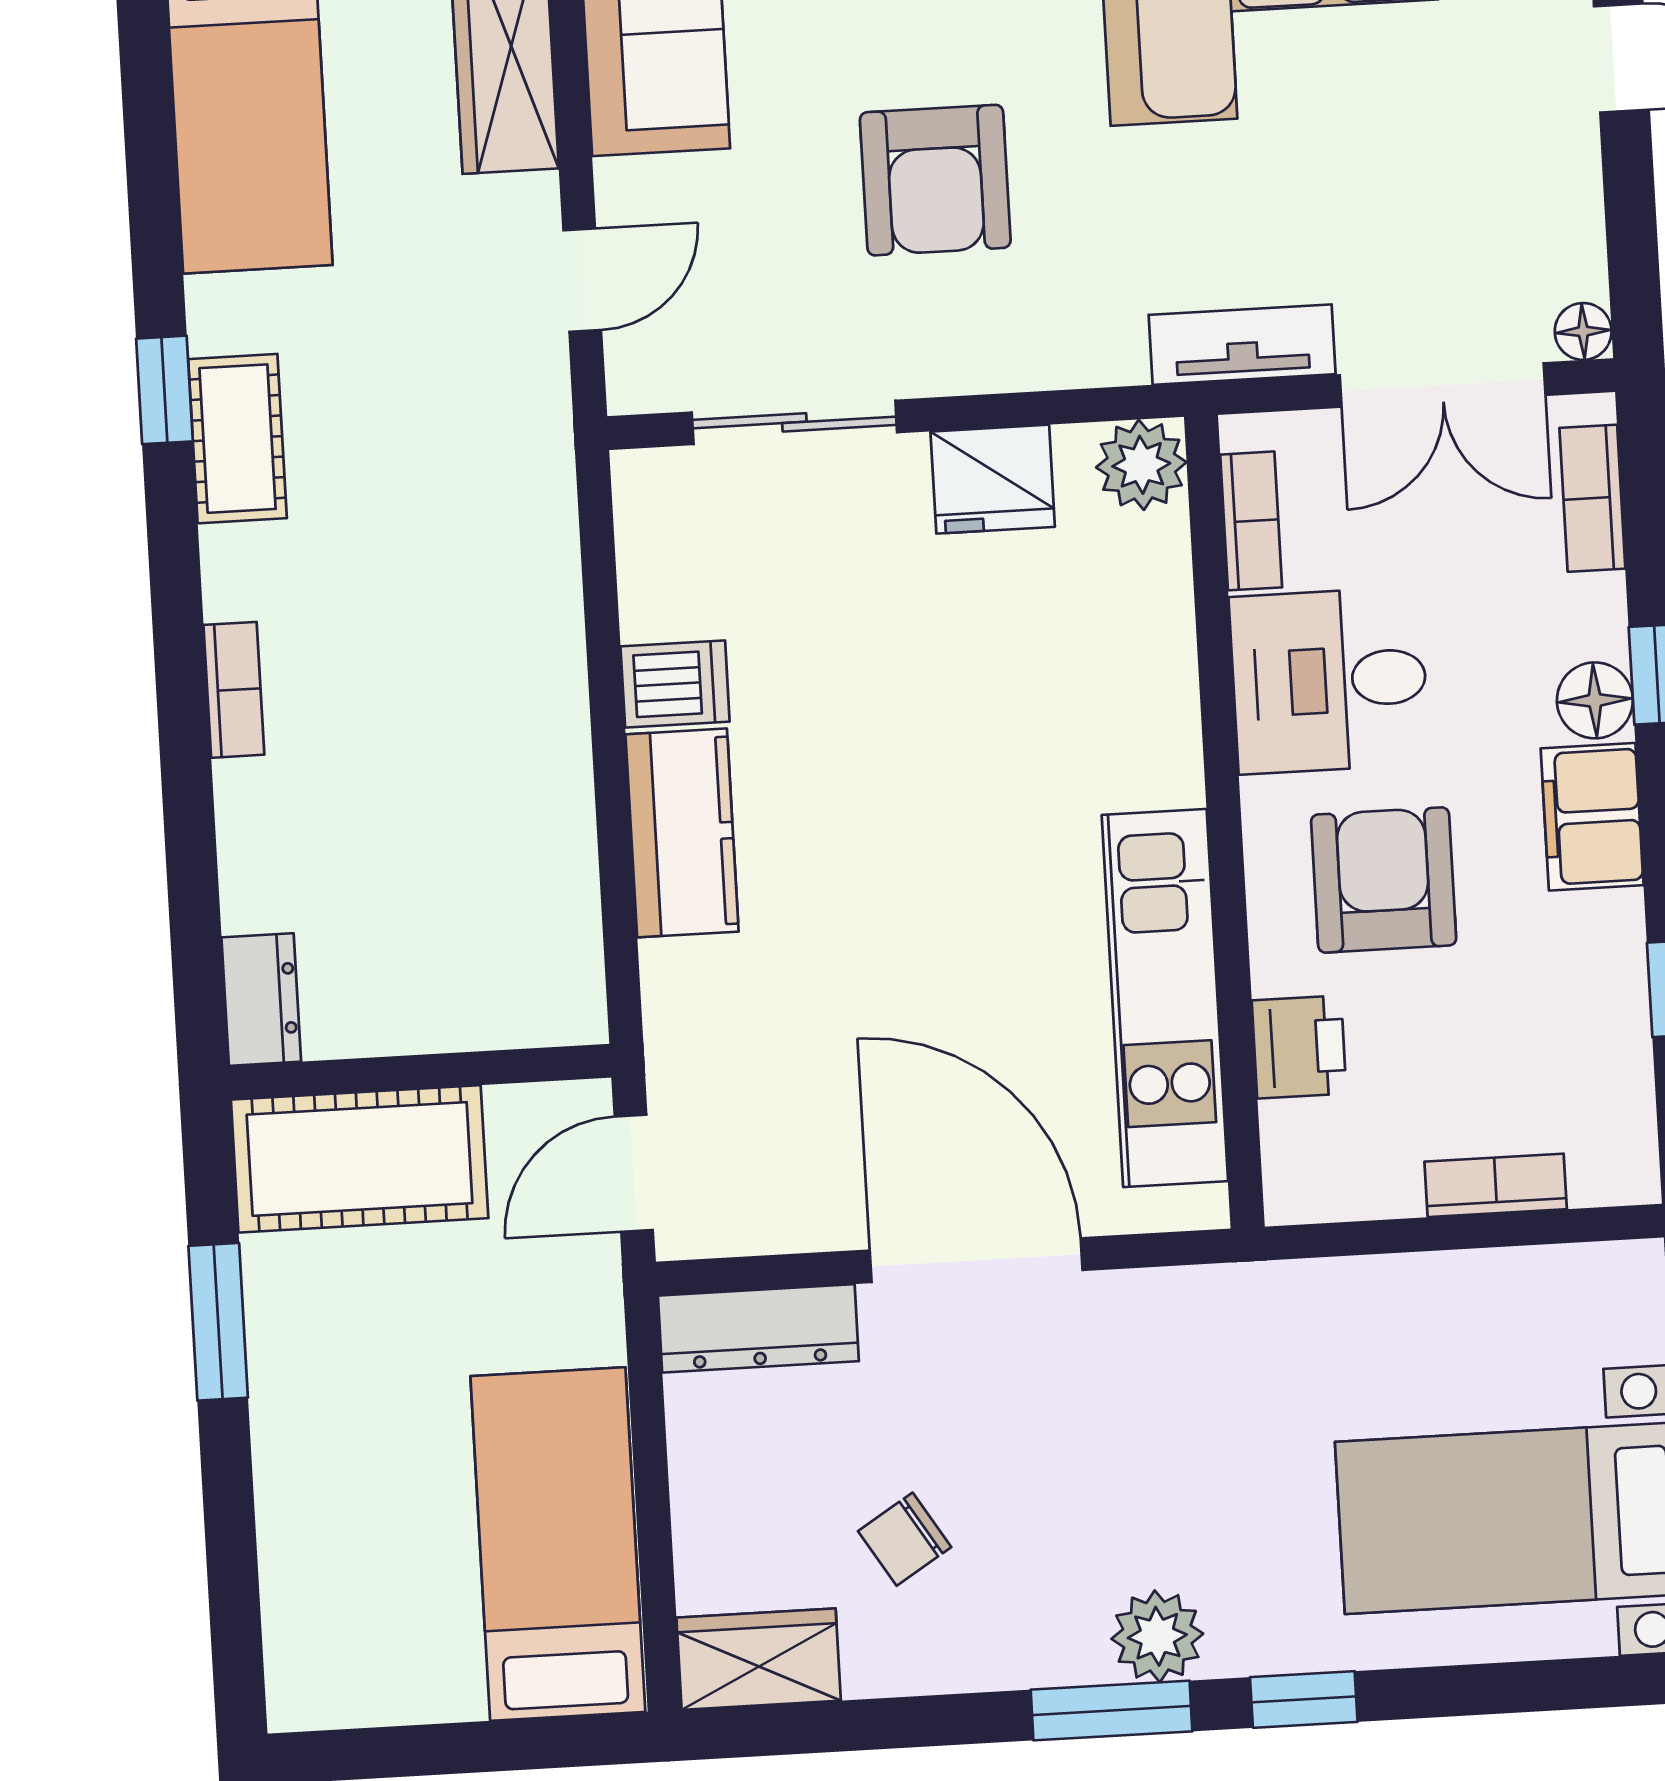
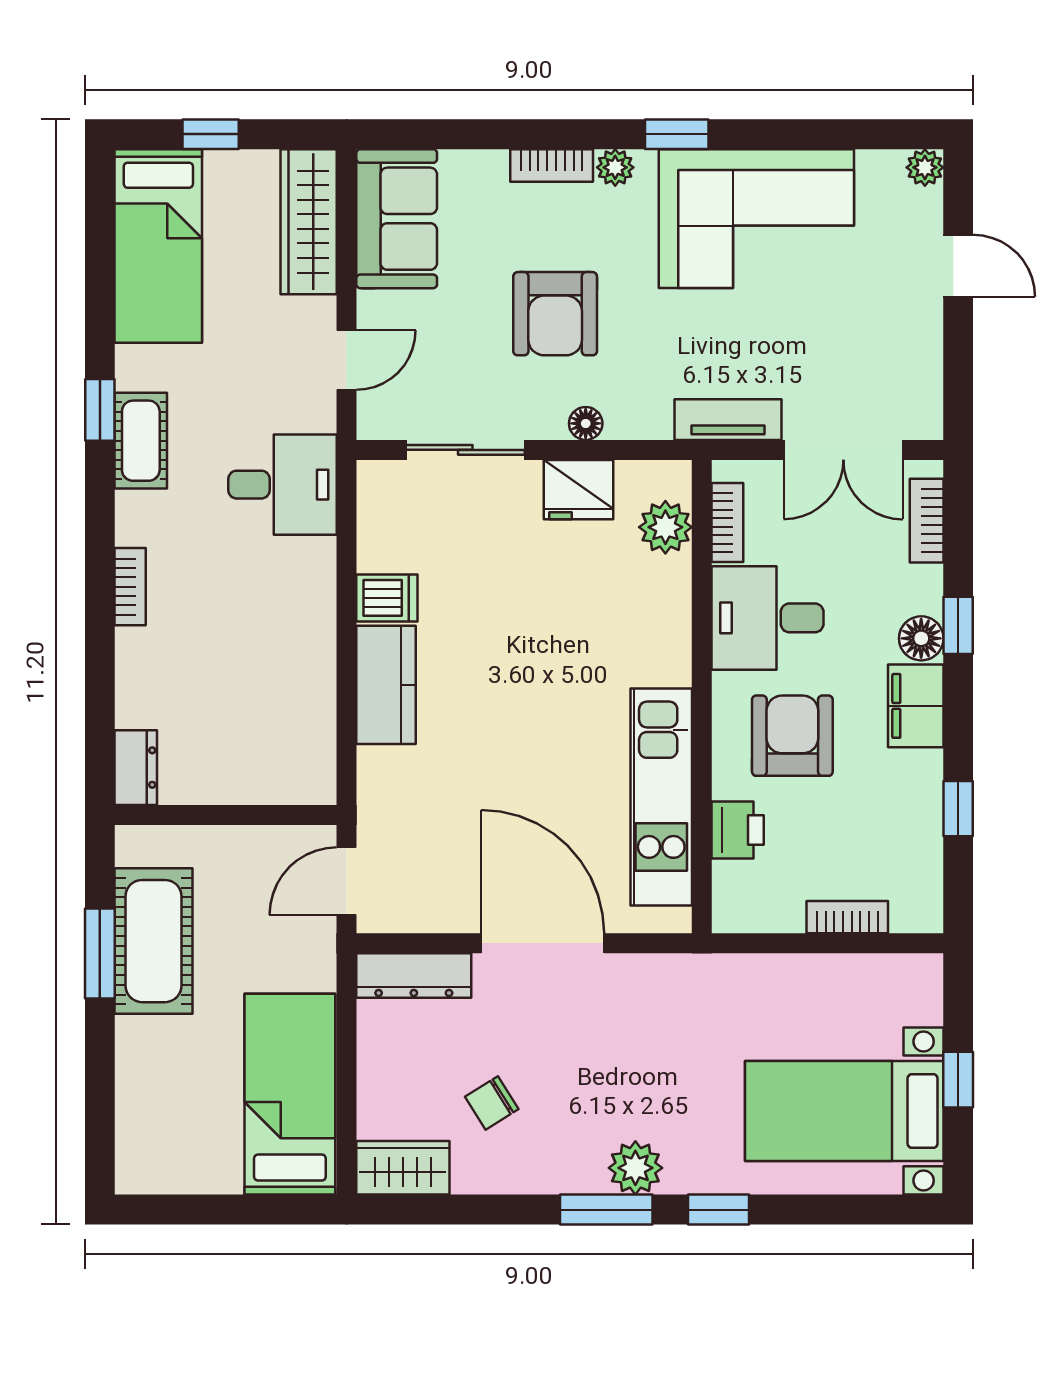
floor lamp: (1583, 331) -> (586, 423), moved
plant: (1141, 465) -> (665, 527), moved
desk: (485, 500) -> (283, 485), added
cot: (360, 1159) -> (153, 941), moved, turned 90

